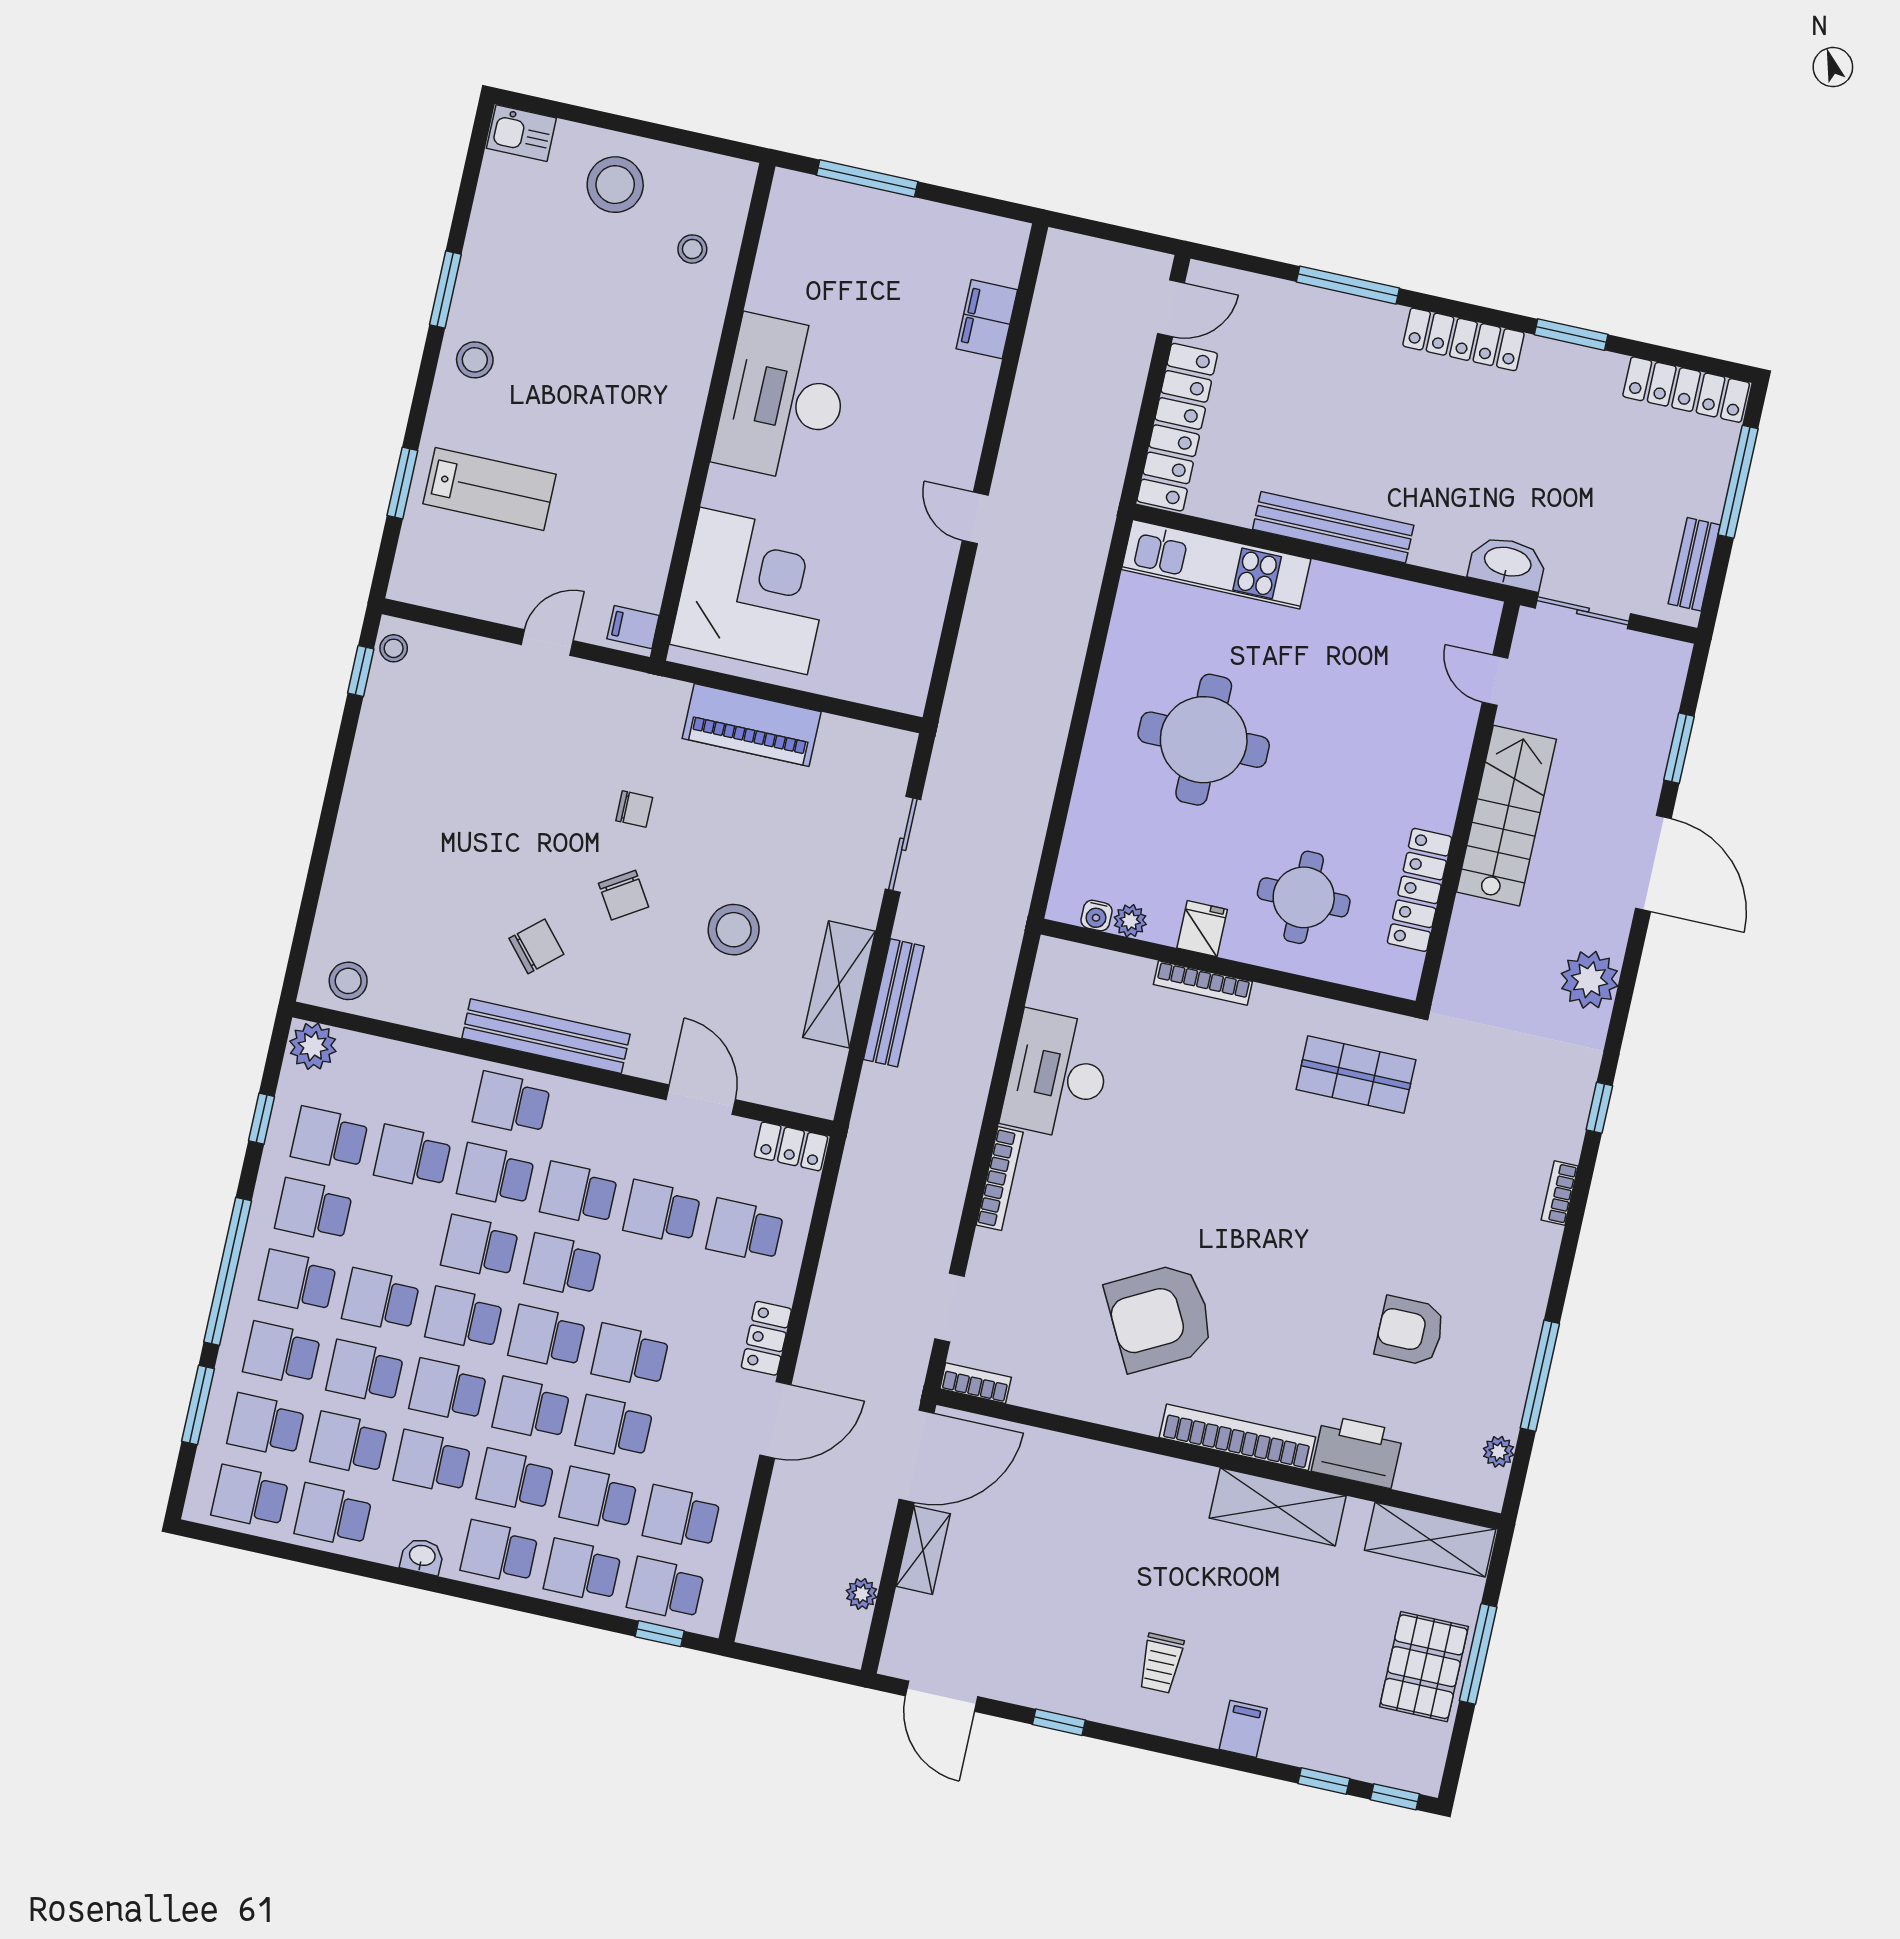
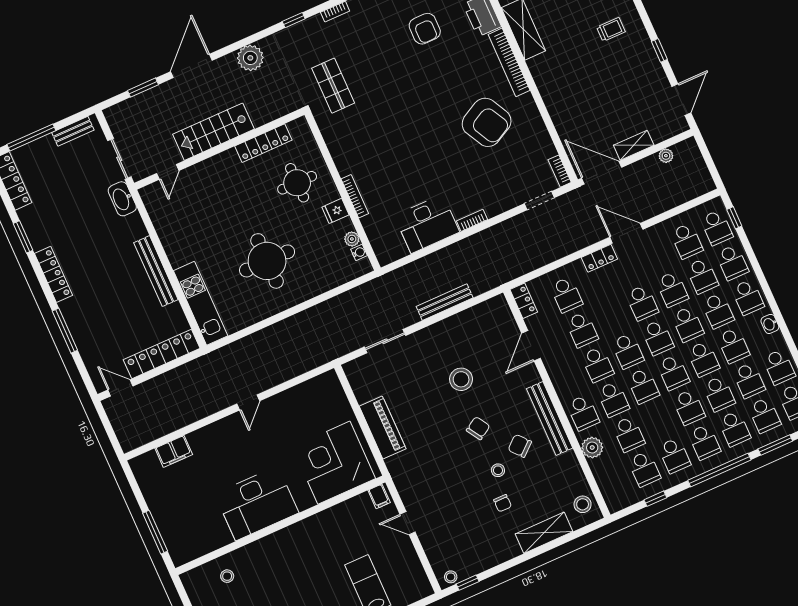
chair: (634, 809) -> (503, 503), moved, turned 180
stool: (522, 875) -> (498, 470), added
shelving: (839, 984) -> (544, 533), moved
plant: (313, 1046) -> (592, 448), moved
shop shelf: (1356, 1075) -> (333, 86), moved
bookcase: (1000, 1179) -> (472, 220), width x0.64

